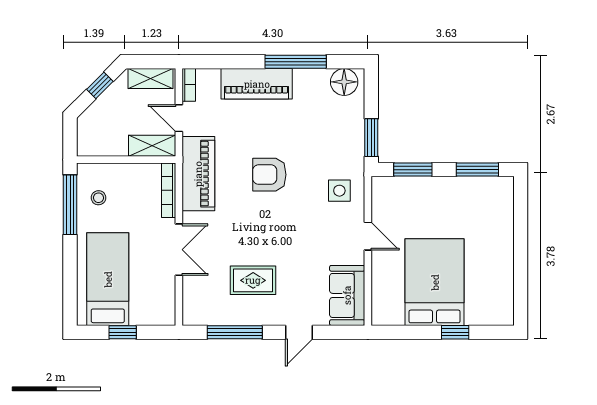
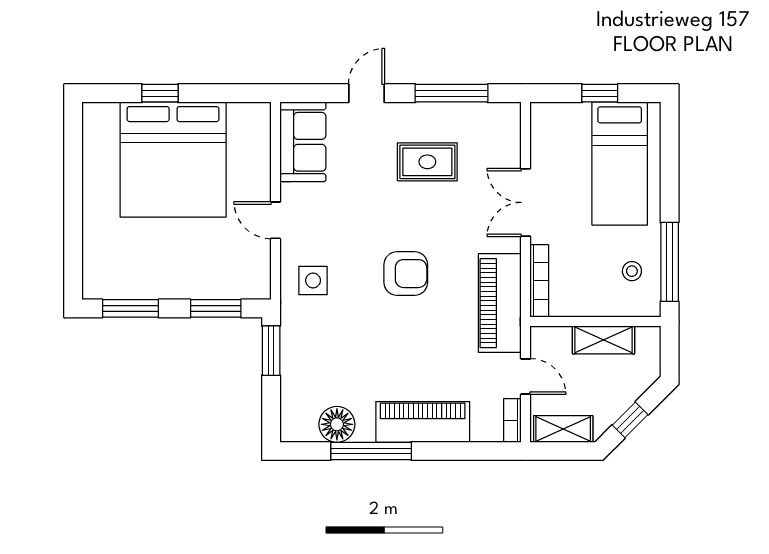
floor lamp: (344, 82) -> (337, 424), moved
shelving: (152, 146) -> (604, 340), moved
armchair: (269, 175) -> (406, 274), moved
bed: (435, 282) -> (173, 160), width x1.36

